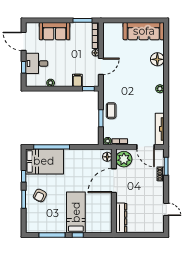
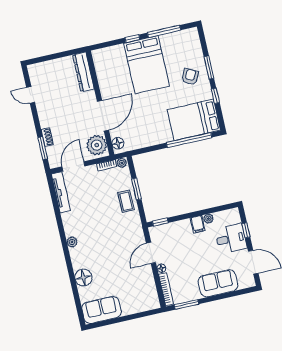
sofa: (144, 31) -> (102, 310), width x0.73
filing cabinet: (77, 80) -> (198, 224), moved
door: (146, 147) -> (73, 166), hinge flipped
bed: (76, 212) -> (147, 65), width x1.50

